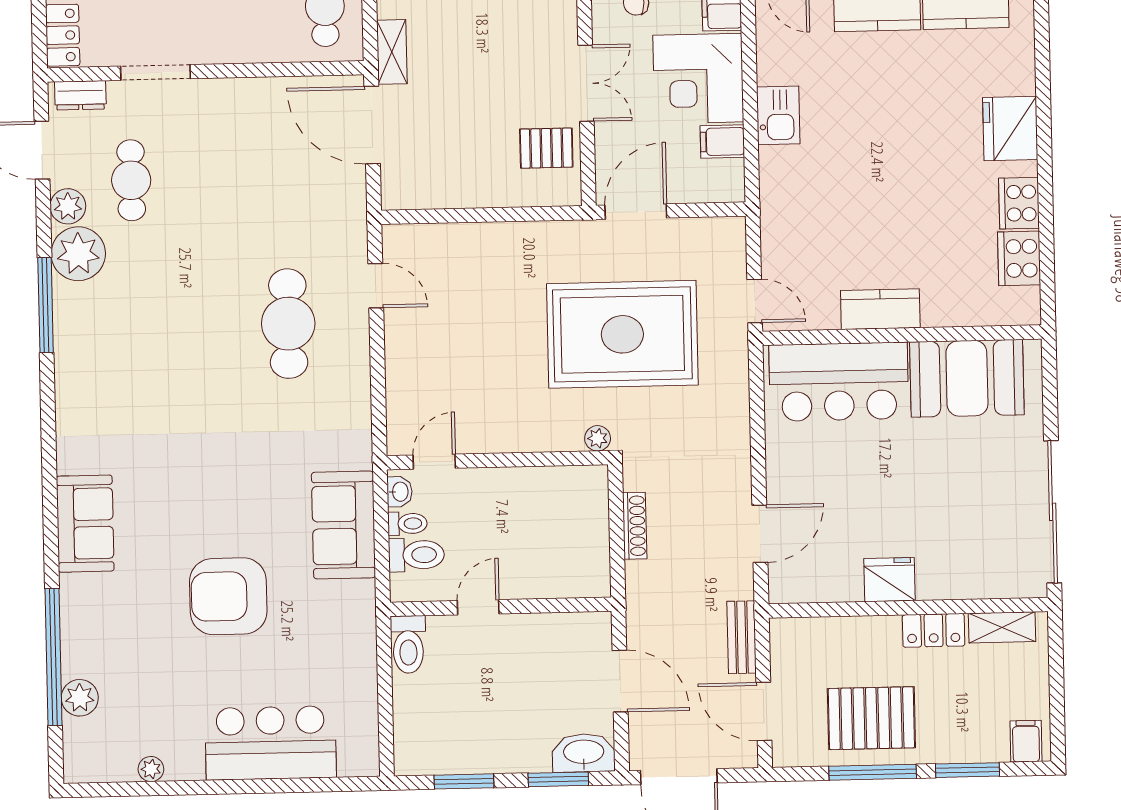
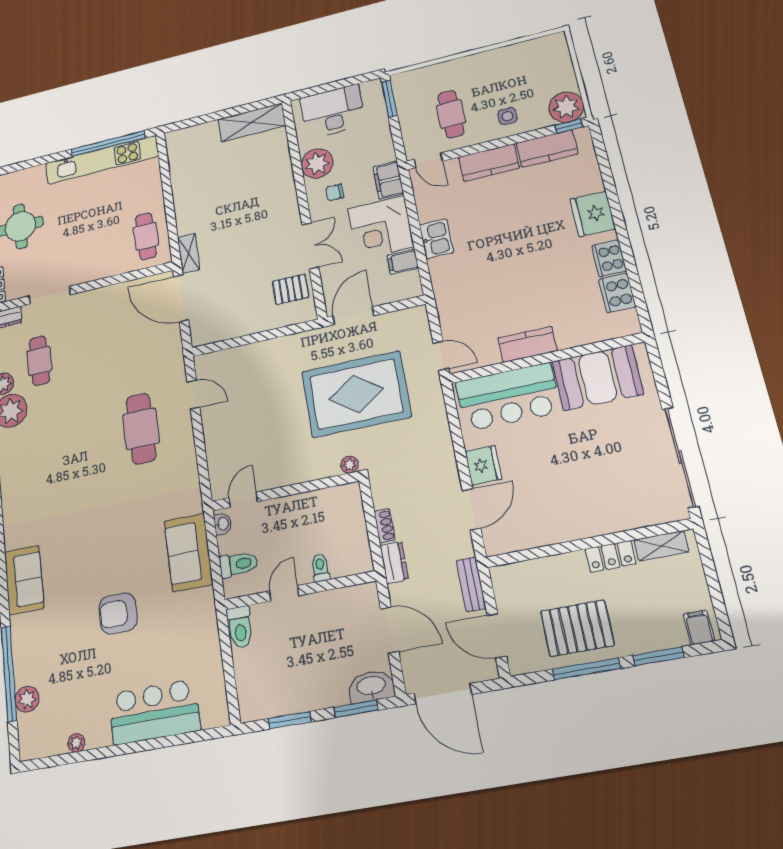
toilet: (407, 524) -> (320, 568), moved, turned -90
shoe rack: (635, 526) -> (385, 526), width x0.70
fridge: (889, 580) -> (483, 465), moved, turned 90
dresser: (640, 590) -> (394, 562), added
armchair: (228, 596) -> (118, 613), width x0.73, depth x0.73

